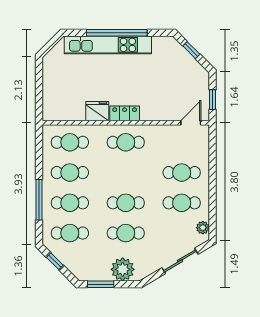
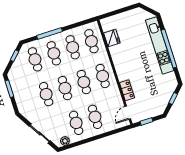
fridge: (97, 111) -> (112, 38), moved
locker: (125, 113) -> (127, 90), moved
door: (191, 123) -> (128, 113), swing flipped
cafe table: (126, 173) -> (84, 82), added
plant: (123, 269) -> (23, 99), removed

